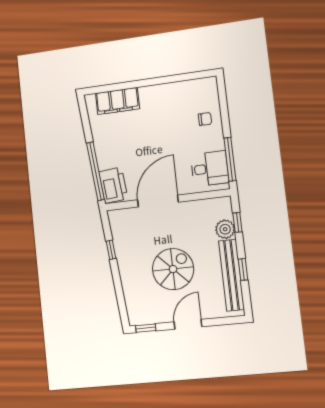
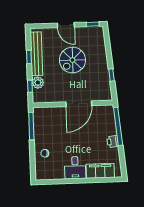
desk: (210, 169) -> (75, 168), moved, turned -90
printer: (113, 185) -> (113, 141), moved, width x0.53, depth x0.68
door: (188, 324) -> (66, 25), hinge flipped

